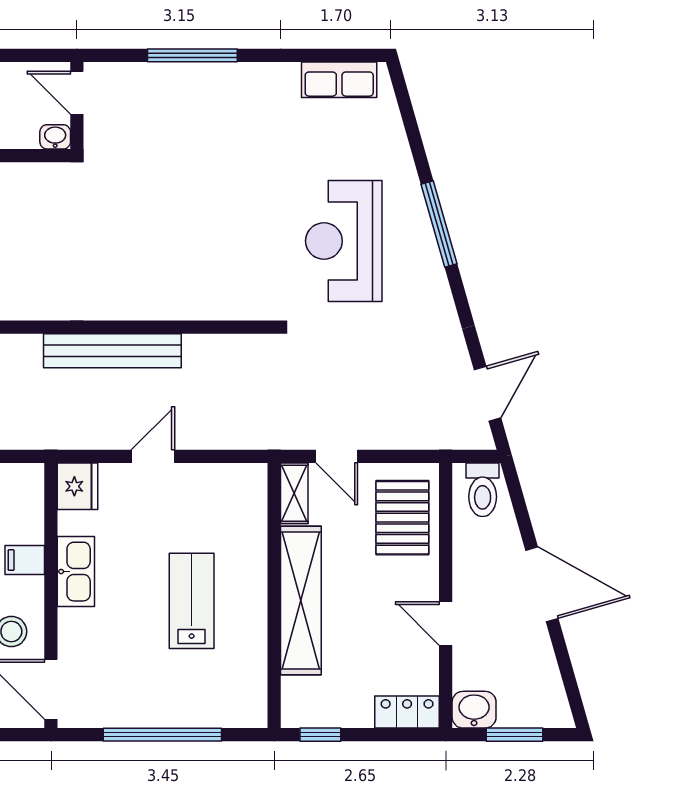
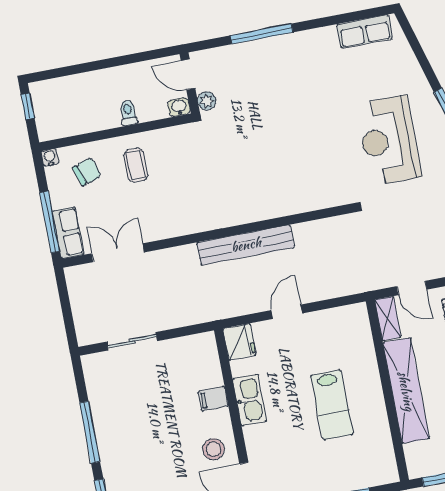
plant: (96, 136) -> (207, 101), added
lab bench: (192, 601) -> (332, 405), turned 180

